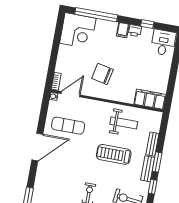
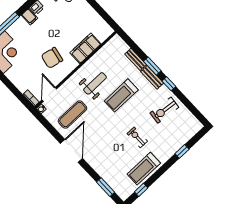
filing cabinet: (150, 99) -> (85, 48), moved
weight bench: (124, 123) -> (95, 83), moved

